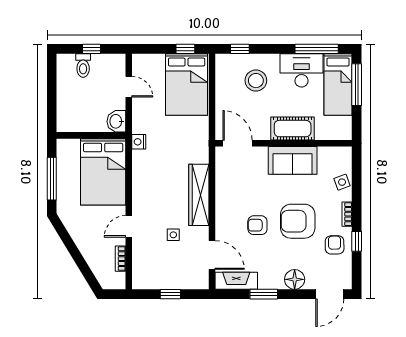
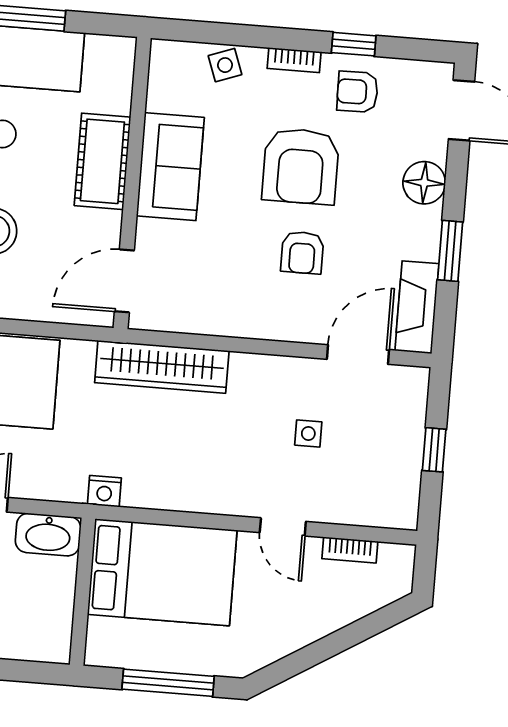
washbasin: (116, 121) -> (48, 535), width x1.38
wardrobe: (199, 195) -> (162, 367), moved

